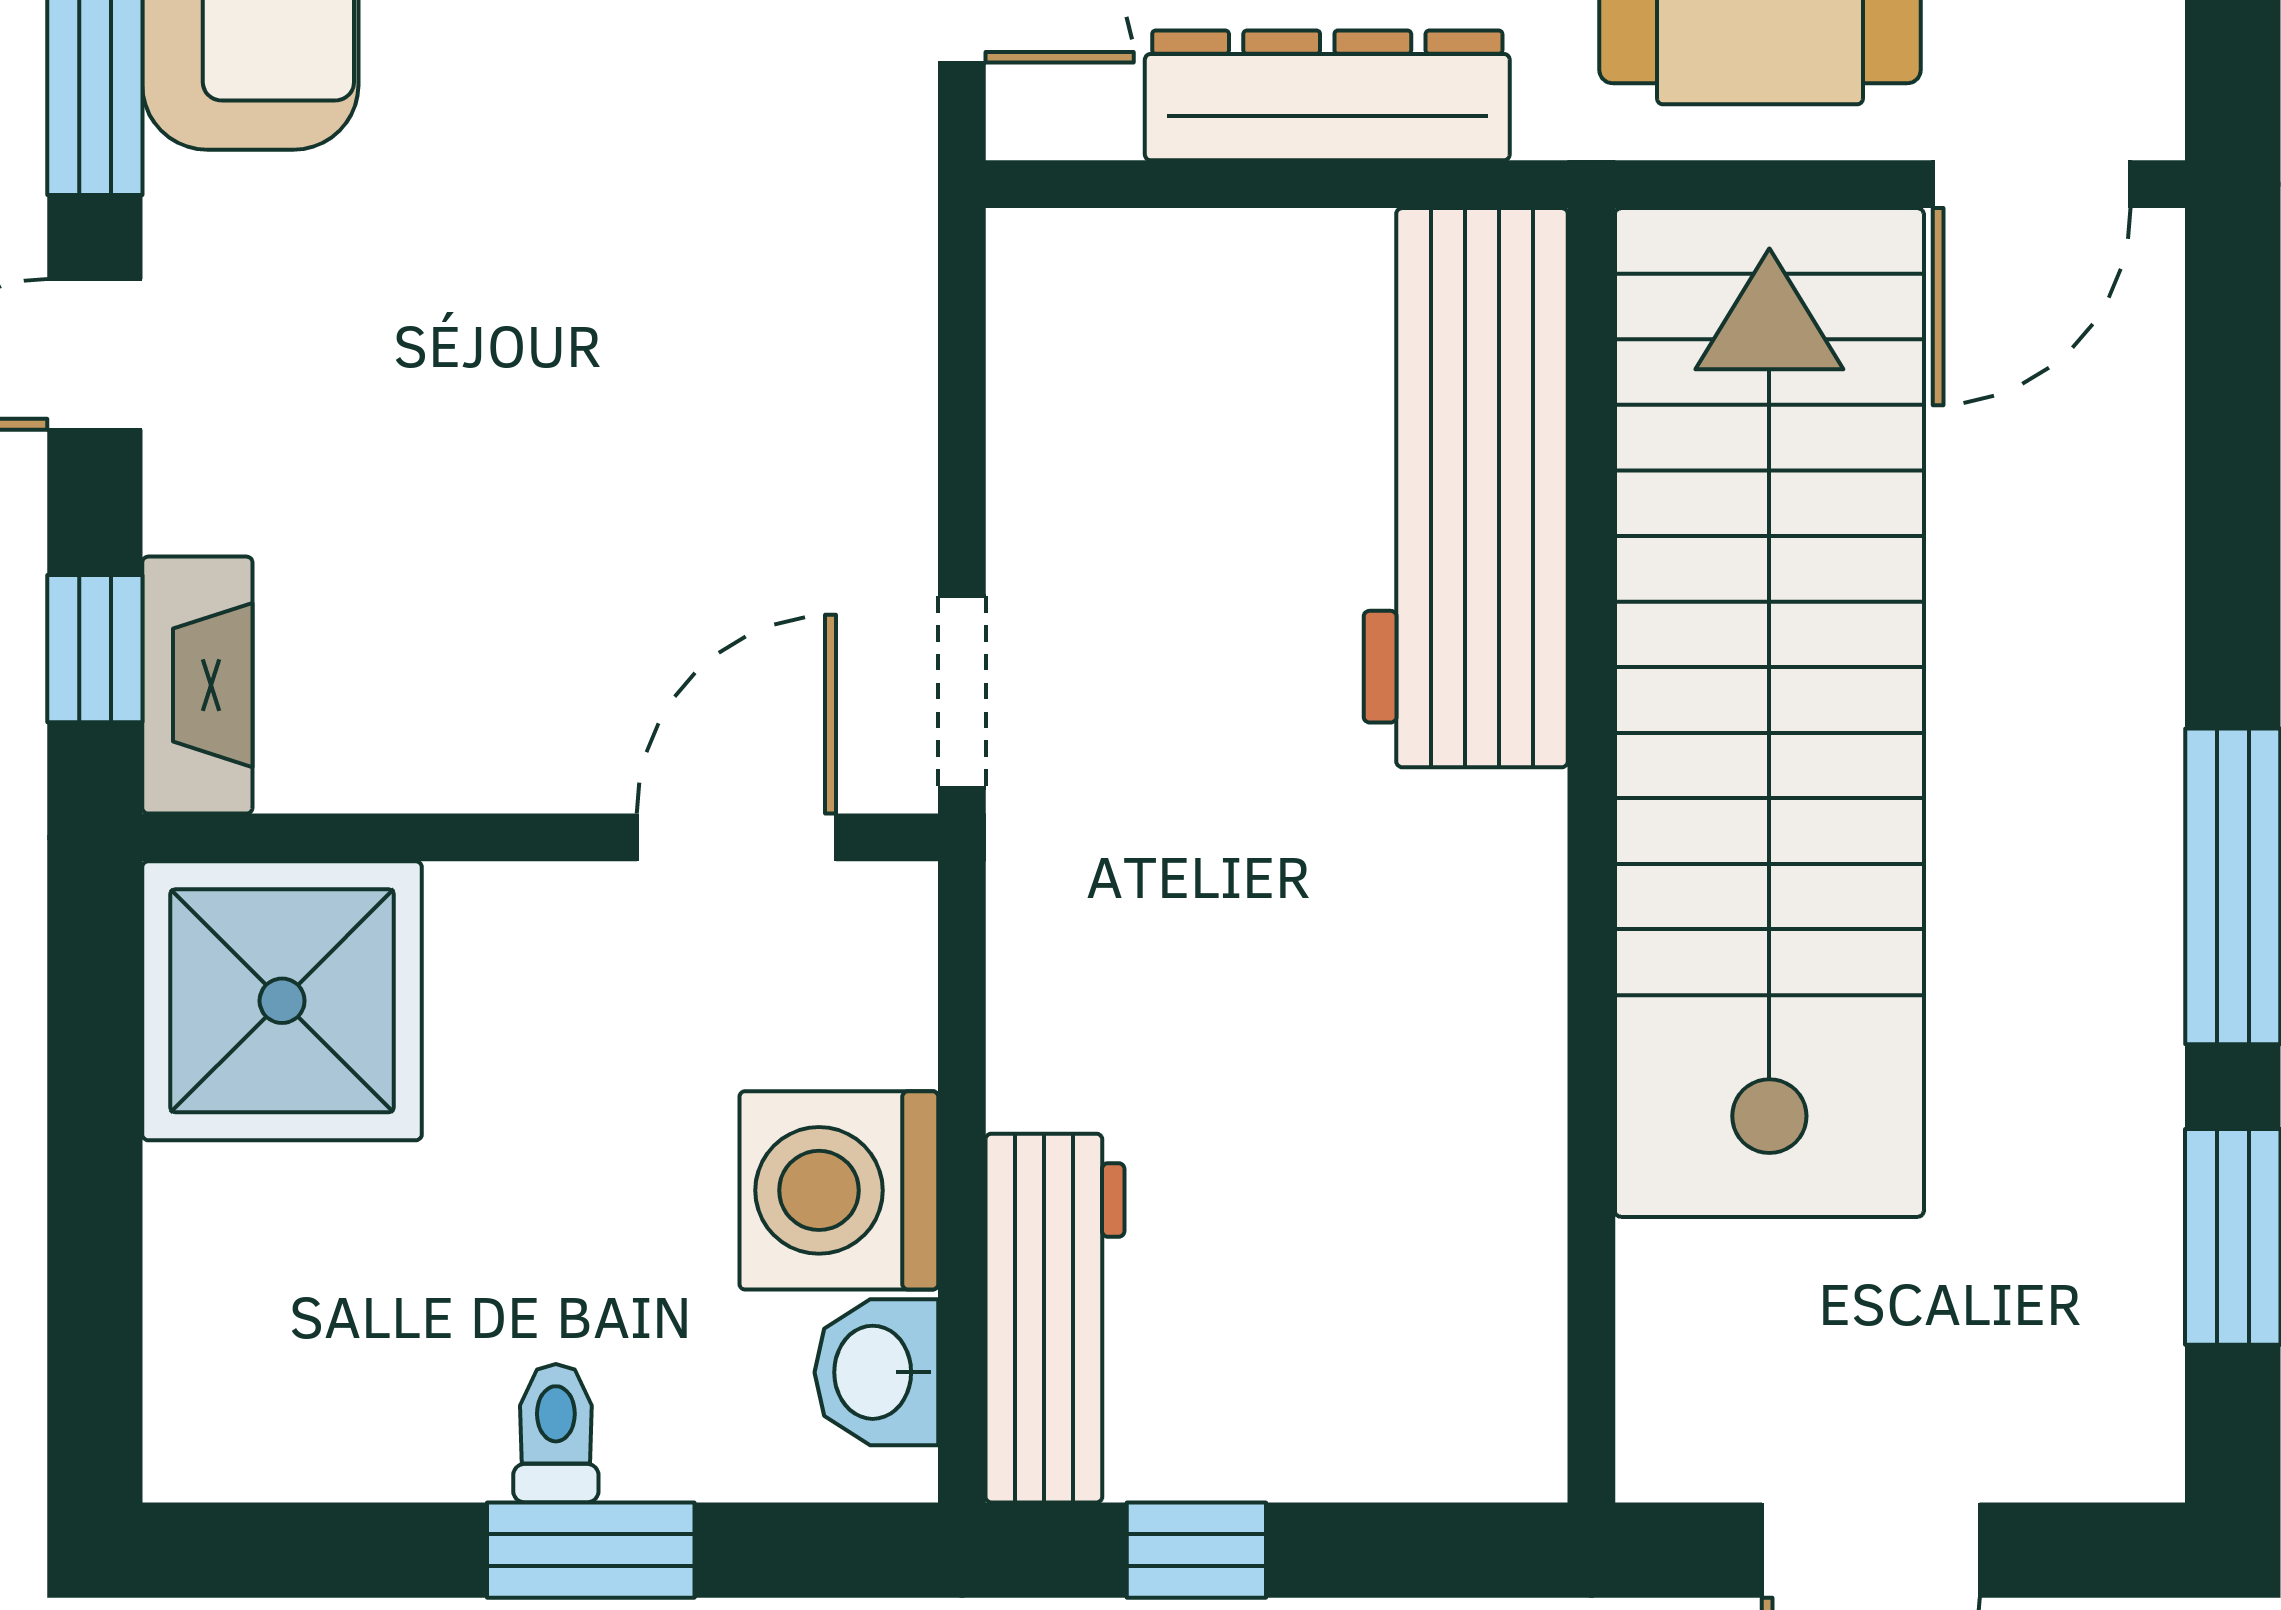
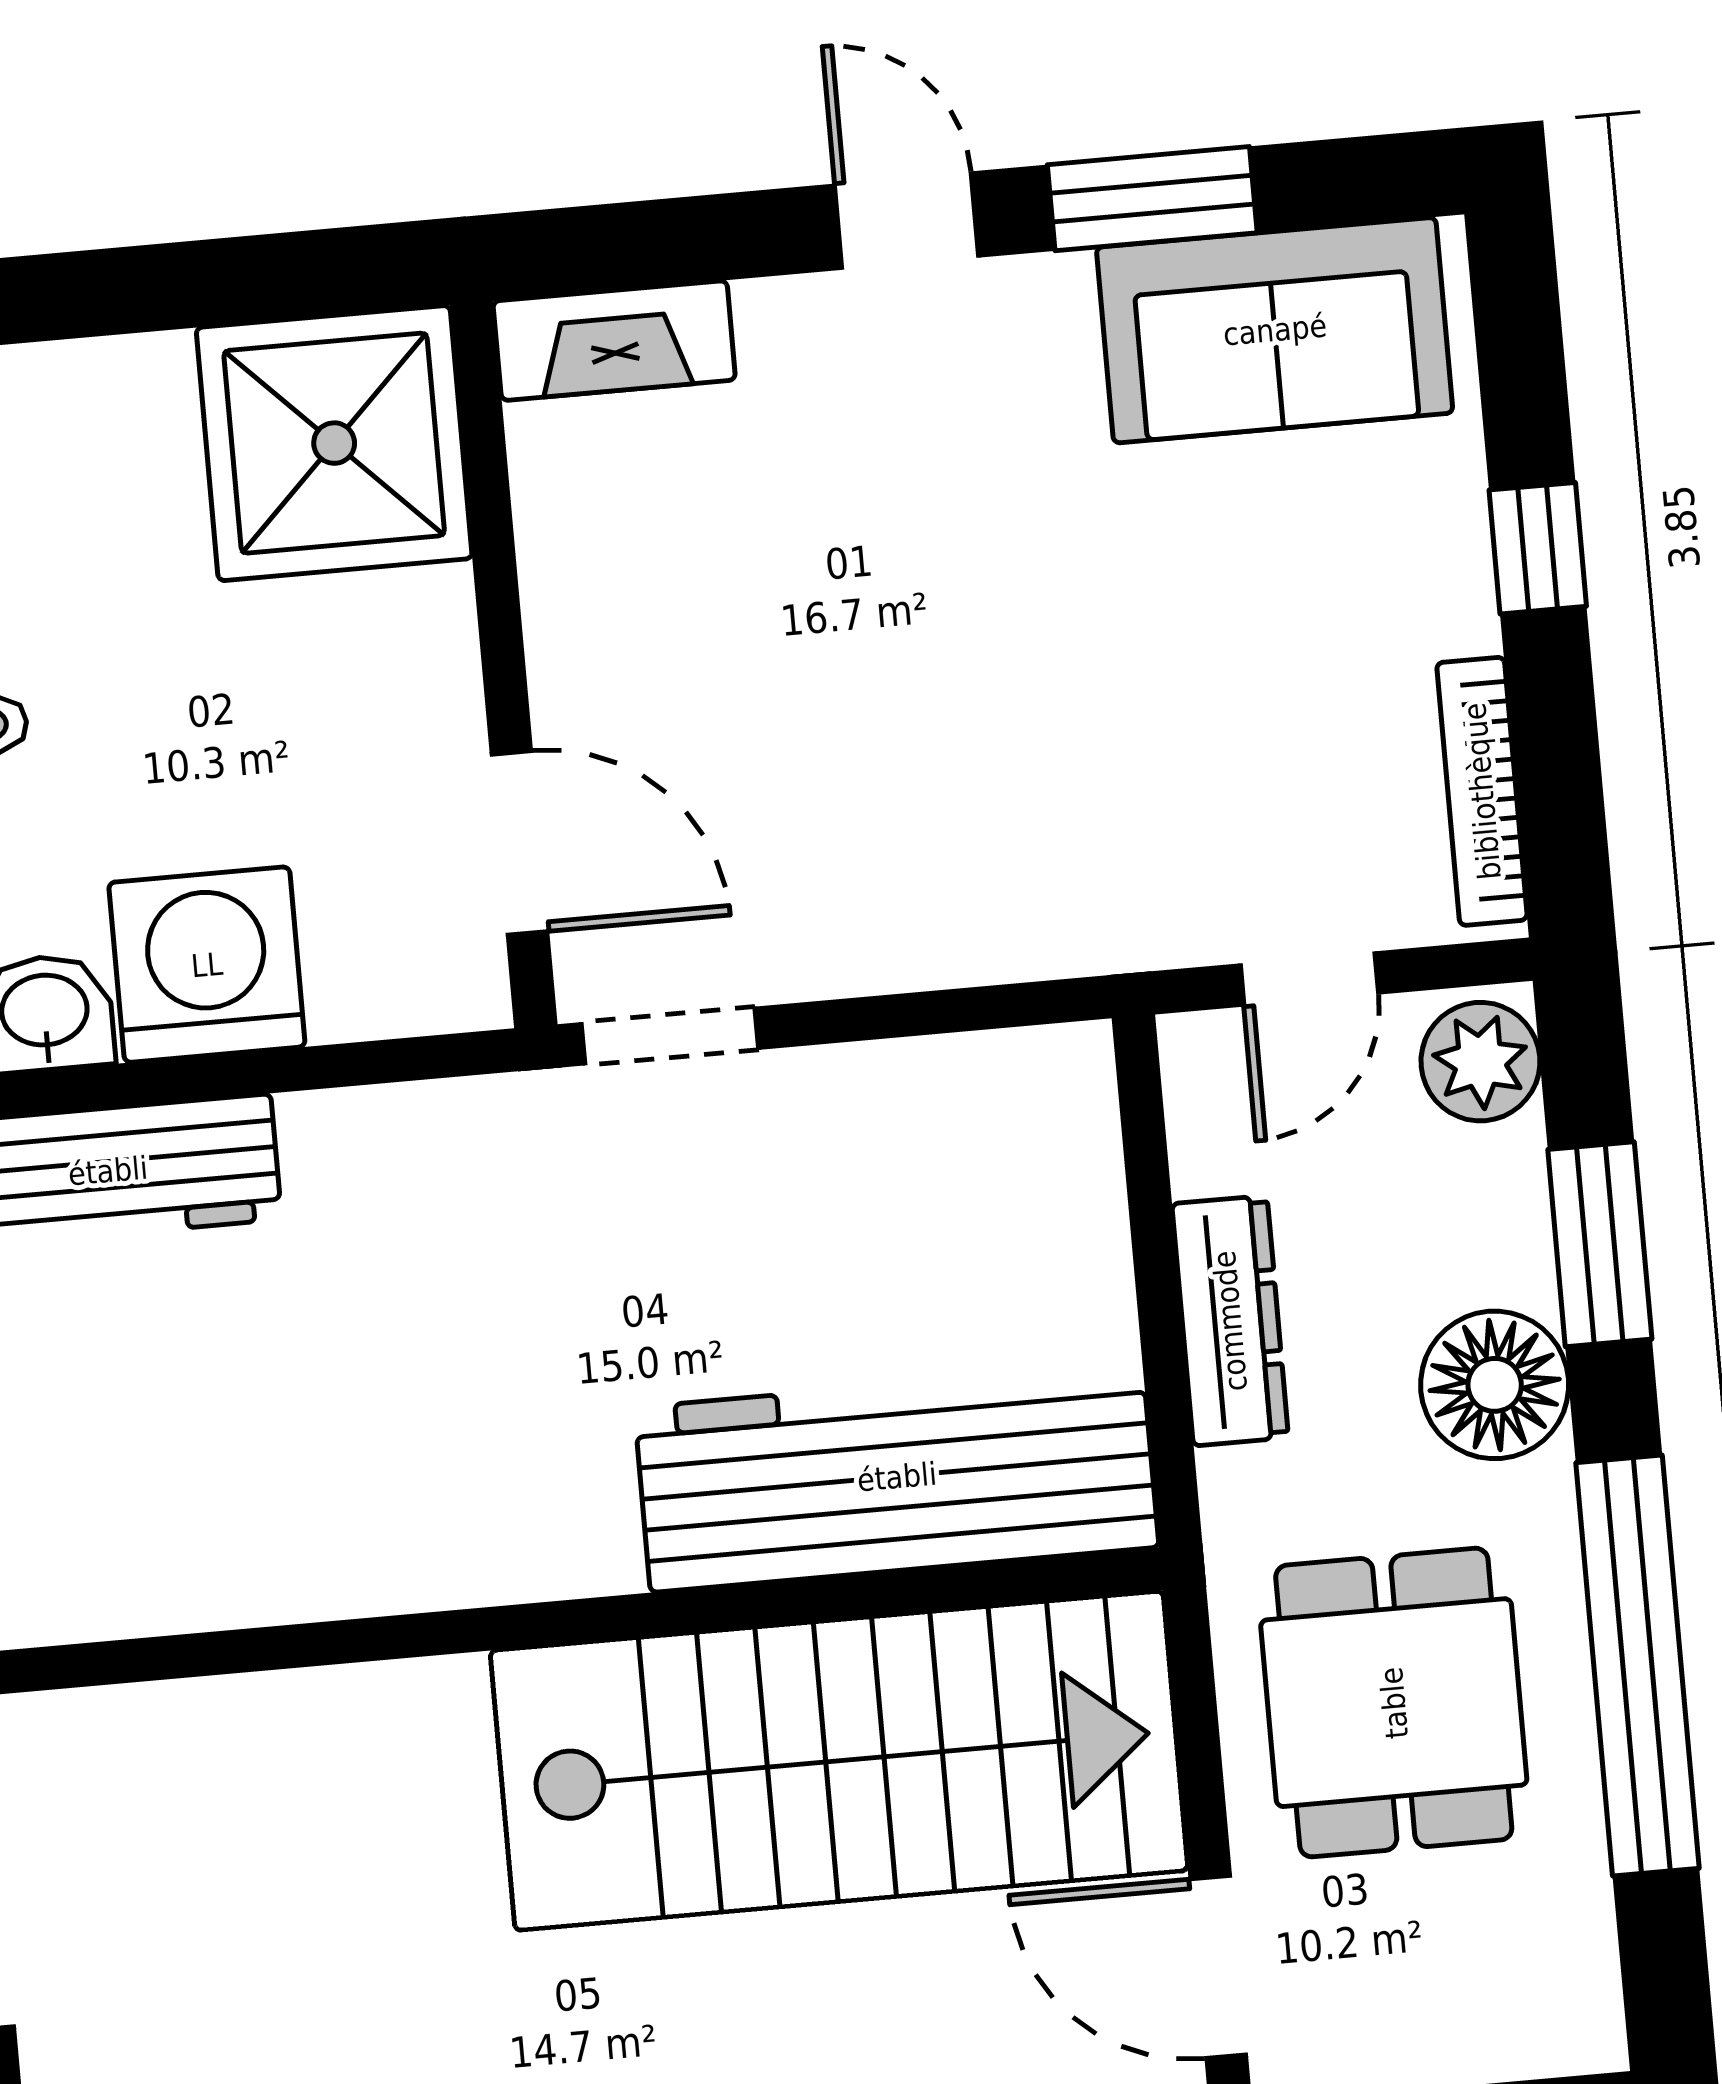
dresser: (1327, 95) -> (1230, 1321), width x0.73, depth x0.80
window: (95, 649) -> (639, 244), removed
stairs: (1769, 713) -> (839, 1761), width x0.73

